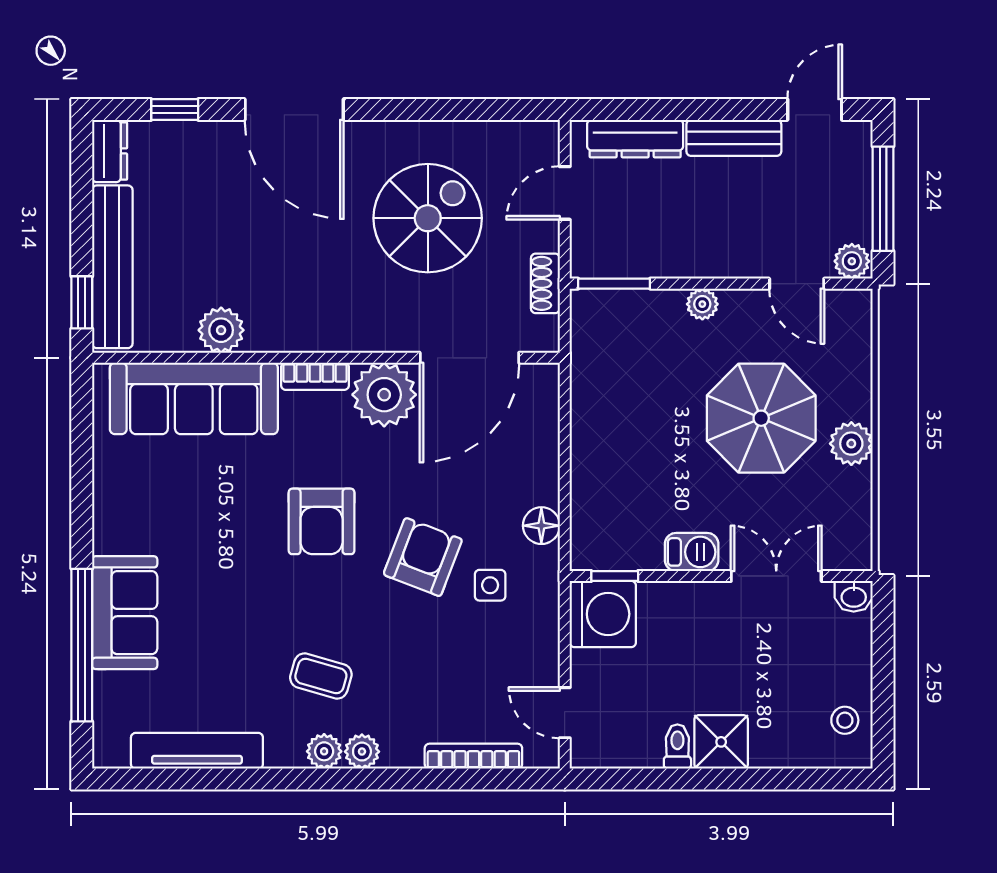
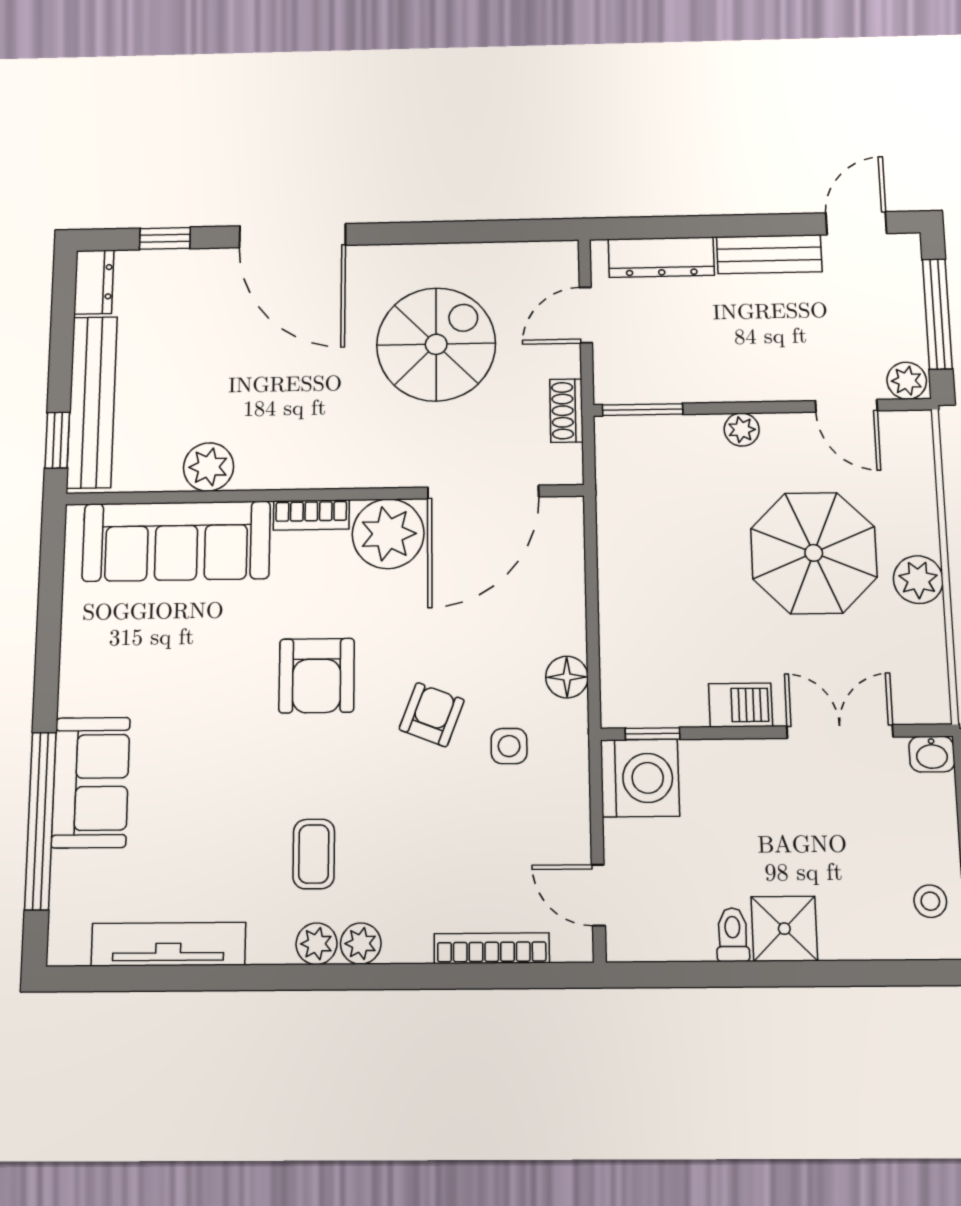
armchair: (423, 557) -> (432, 715), width x0.72, depth x0.72
coffee table: (321, 676) -> (314, 854), turned 74

